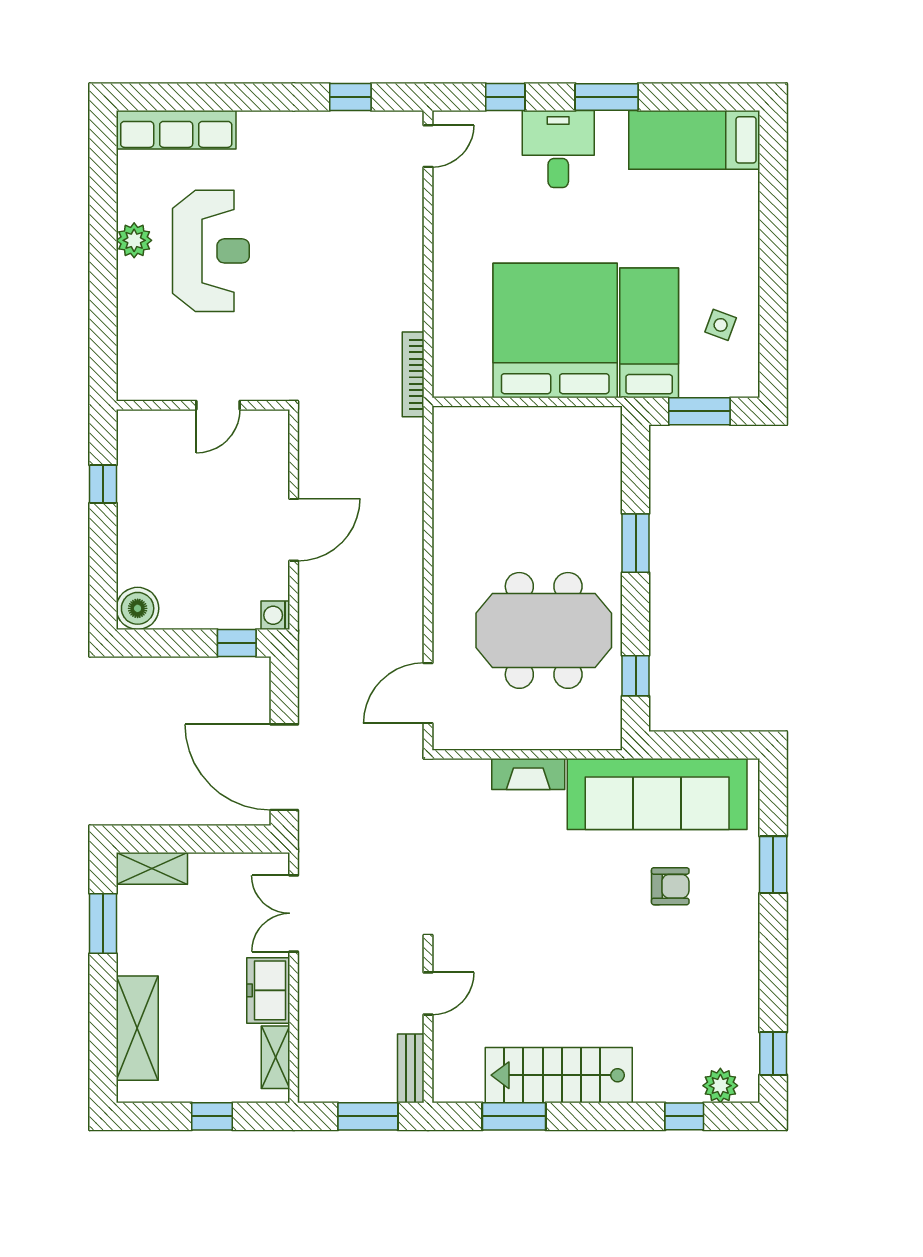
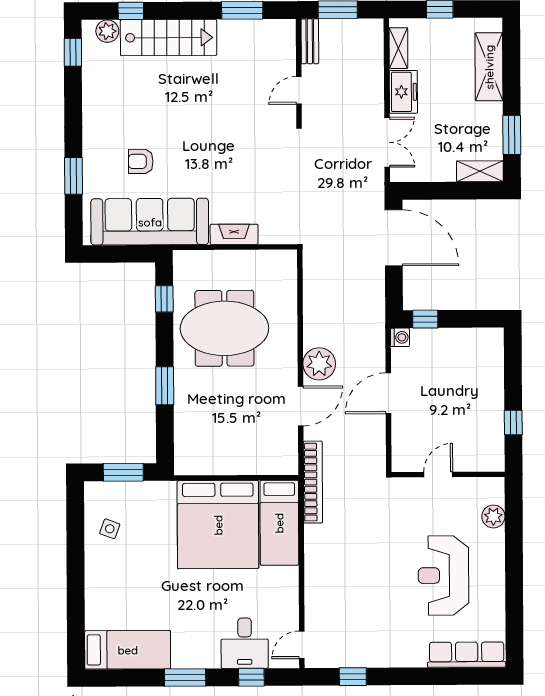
desk: (558, 149) -> (245, 643), moved
plant: (134, 240) -> (493, 516), moved
bed: (649, 333) -> (279, 523), moved
bookcase: (413, 374) -> (313, 482), width x1.48, depth x1.31
plant: (399, 575) -> (319, 364), added
boiler: (138, 608) -> (490, 341), removed
door: (428, 693) -> (301, 406), moved
stairs: (559, 1075) -> (169, 38), moved

